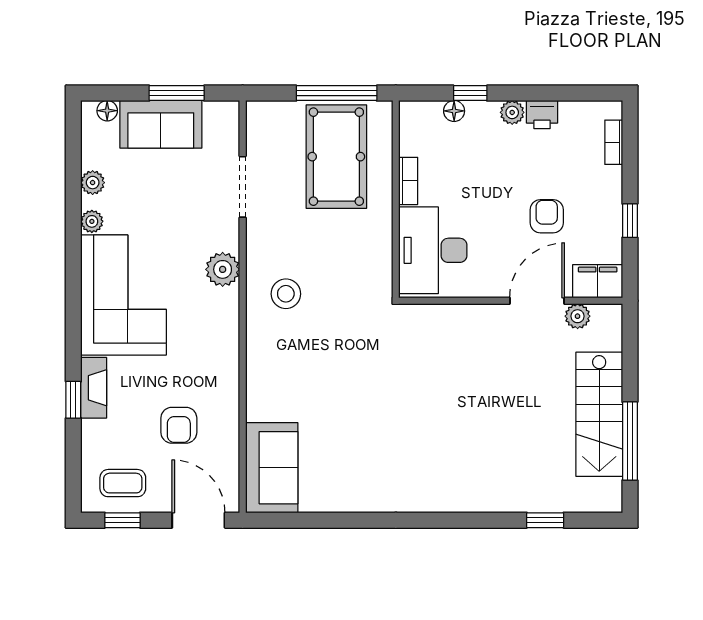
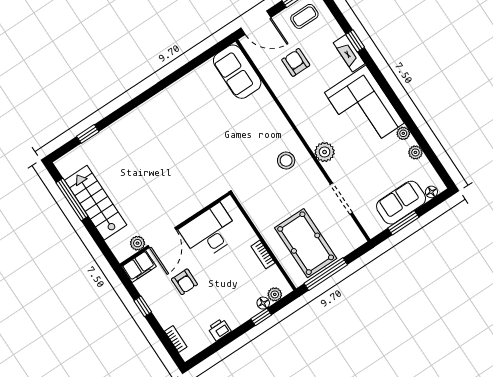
plant: (512, 112) -> (275, 294), moved
desk: (433, 250) -> (210, 232), moved, turned -90

